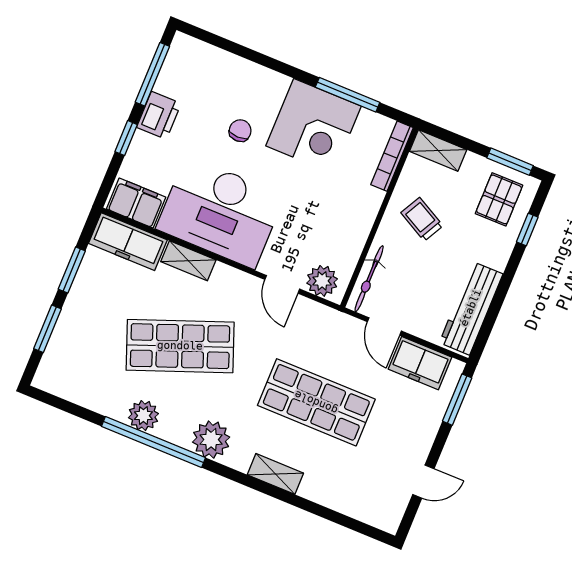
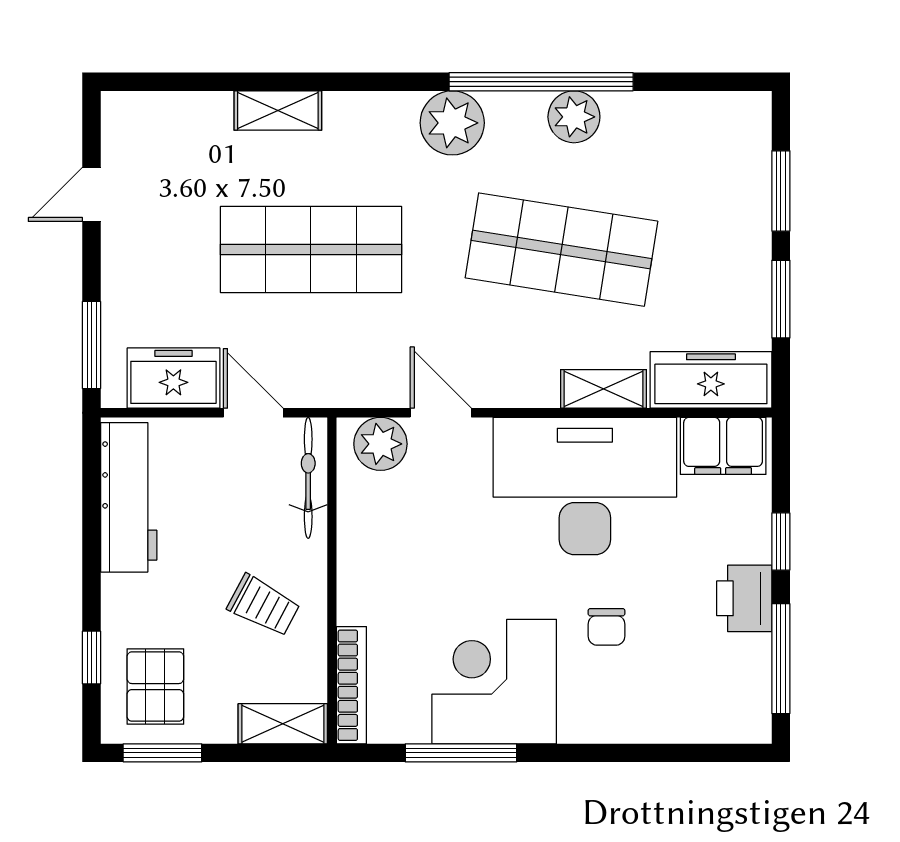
shop shelf: (180, 346) -> (561, 250), turned 30
shelving: (275, 474) -> (278, 111), moved

